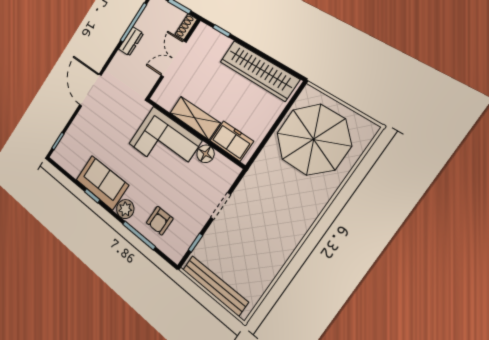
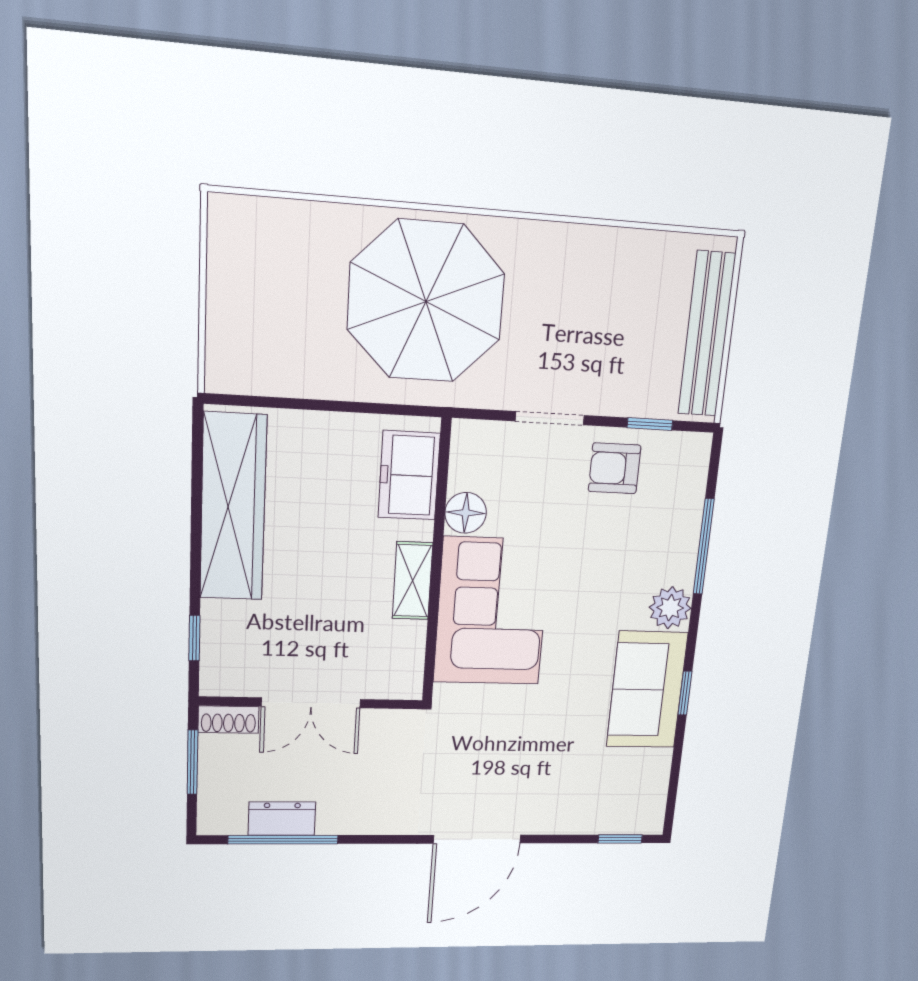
dresser: (131, 41) -> (282, 819), moved
shelving: (195, 118) -> (413, 581), width x0.67, depth x0.75
parasol: (314, 139) -> (426, 301), moved
armchair: (160, 221) -> (615, 468), moved, turned 180

